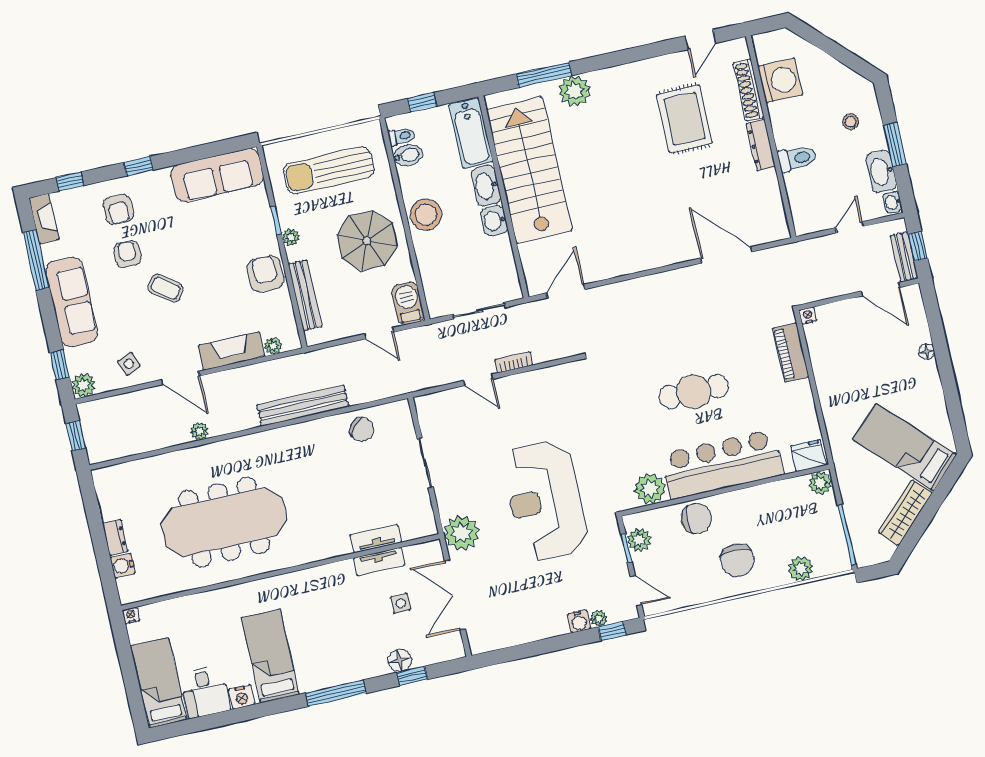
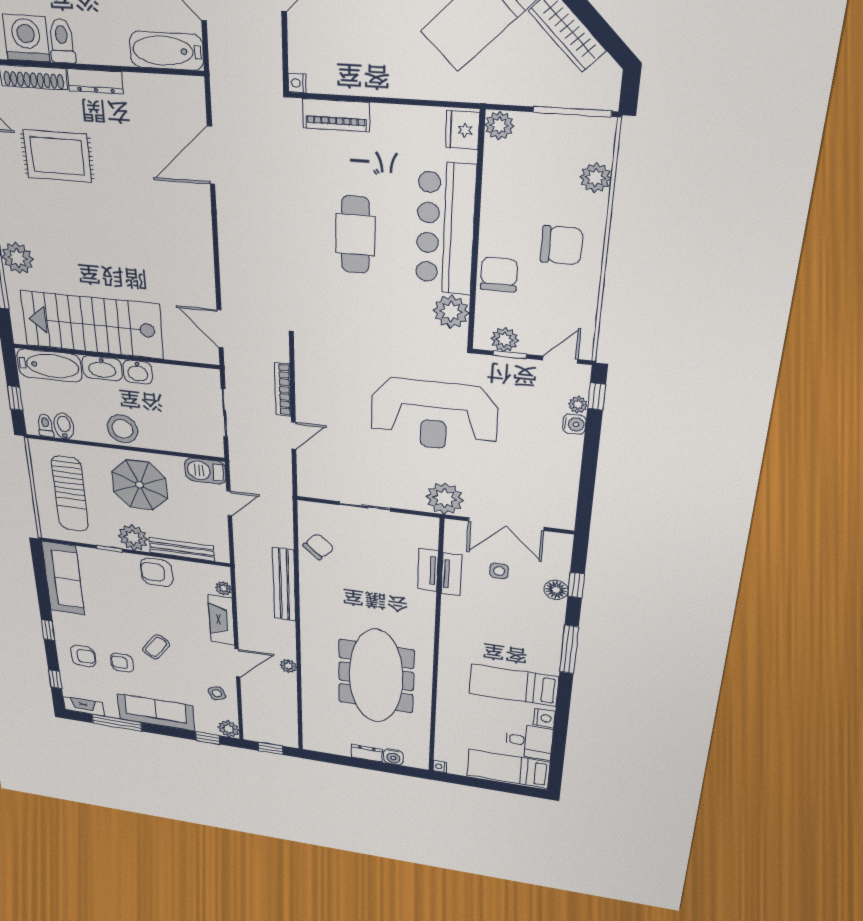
toilet: (797, 158) -> (62, 41), moved
bathtub: (804, 203) -> (166, 51), added
plant: (291, 237) -> (133, 538), width x1.87, depth x1.87
bookcase: (514, 362) -> (283, 389), width x1.56

